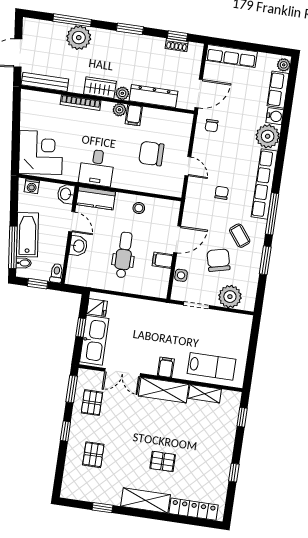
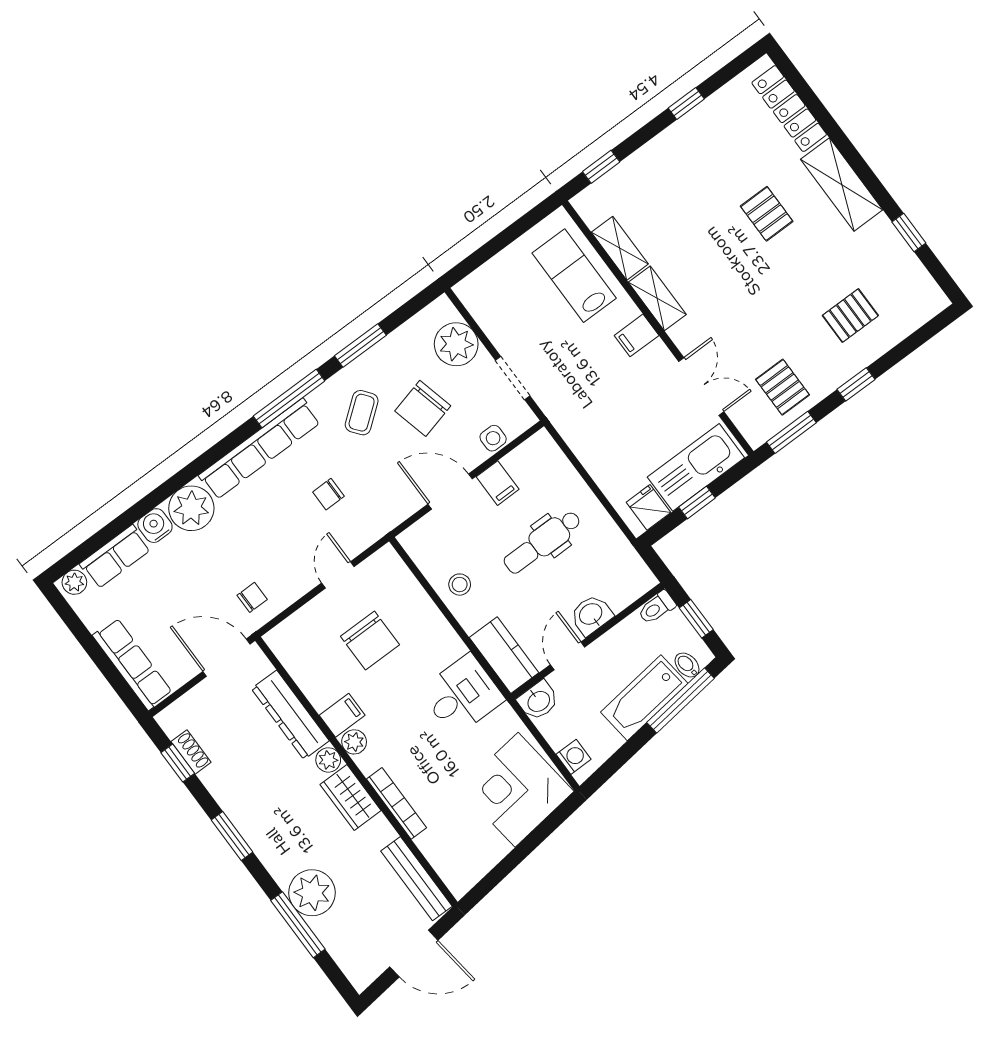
shelving: (164, 390) -> (657, 298), width x0.67, depth x0.75
pallet: (92, 403) -> (783, 387), turned 90

